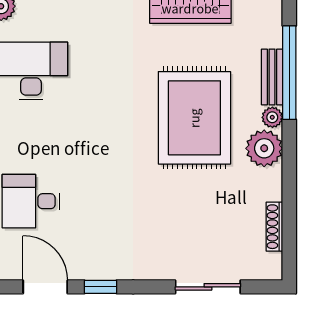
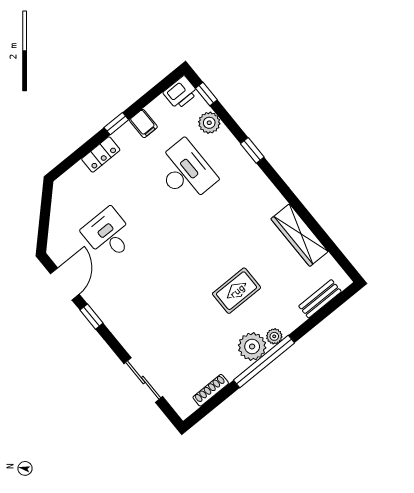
window: (289, 73) -> (264, 361), moved
bench: (272, 77) -> (320, 299), moved
rug: (194, 118) -> (237, 291), width x0.54, depth x0.49

